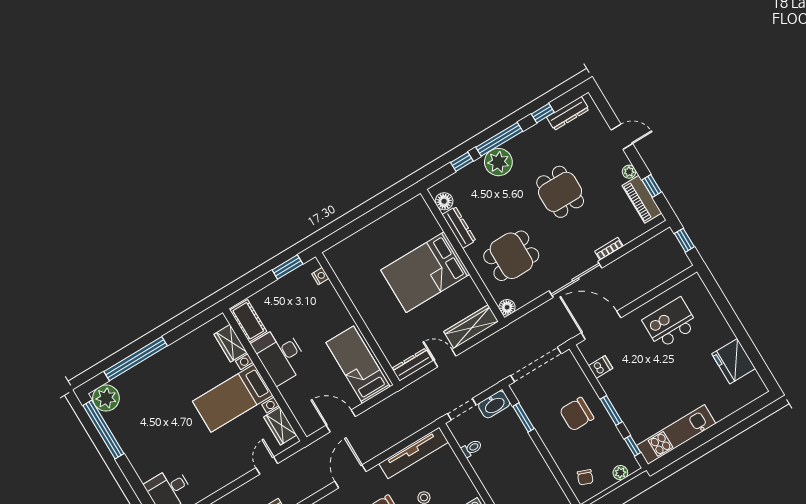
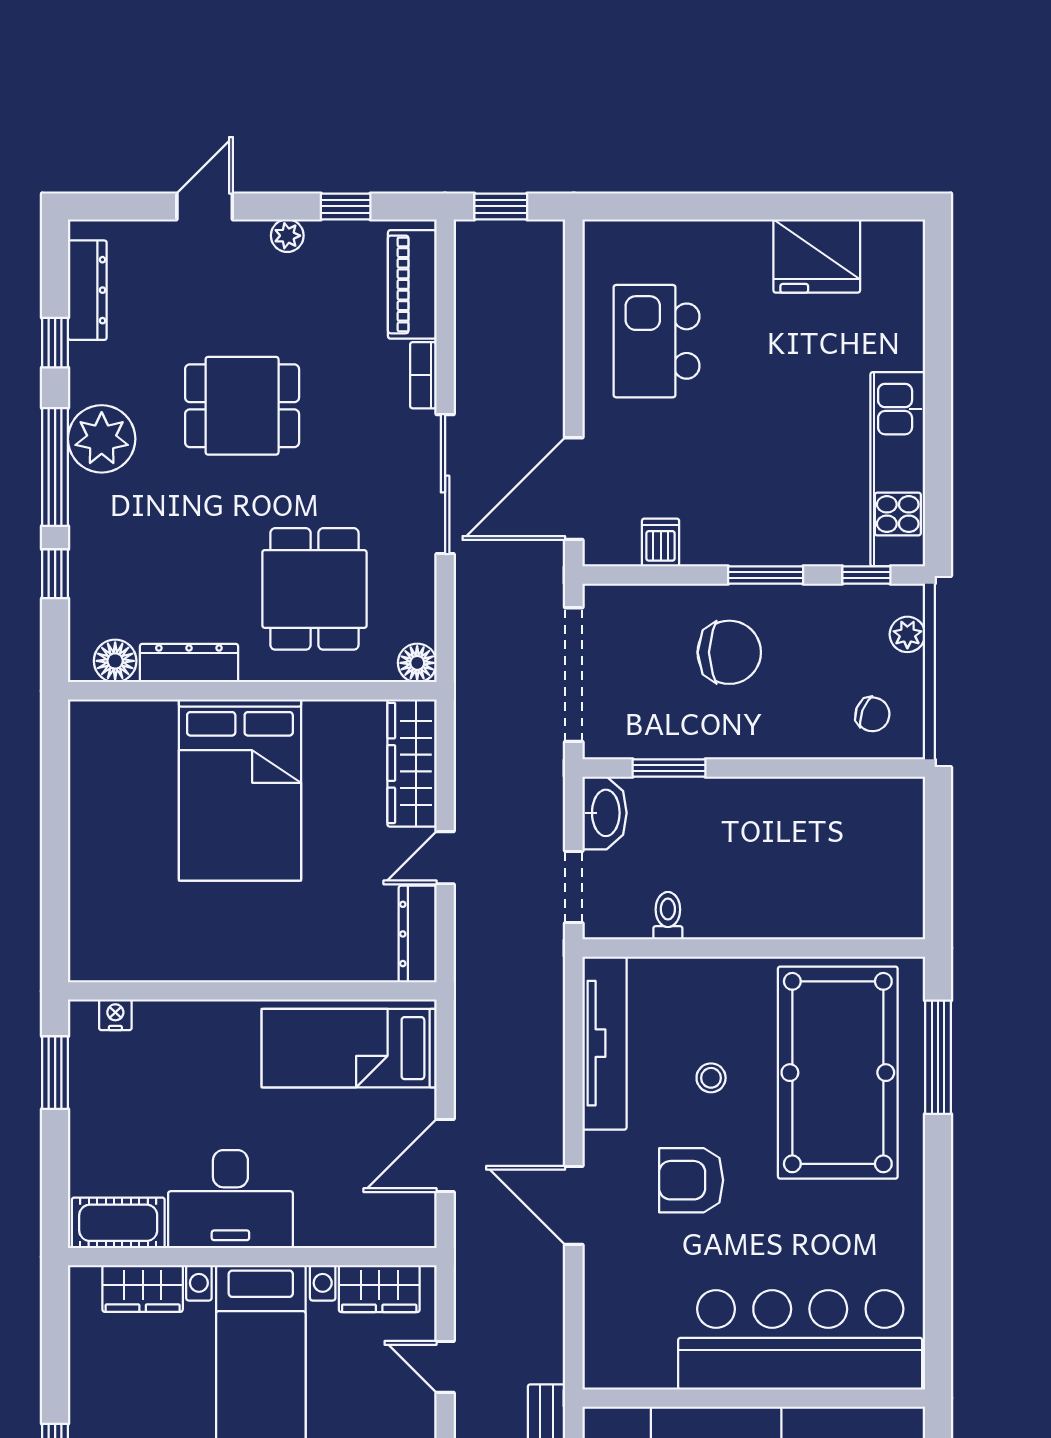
plant: (498, 162) -> (102, 439), moved
piano: (642, 199) -> (412, 284), moved, turned 90
chair: (577, 414) -> (729, 652), turned -90

